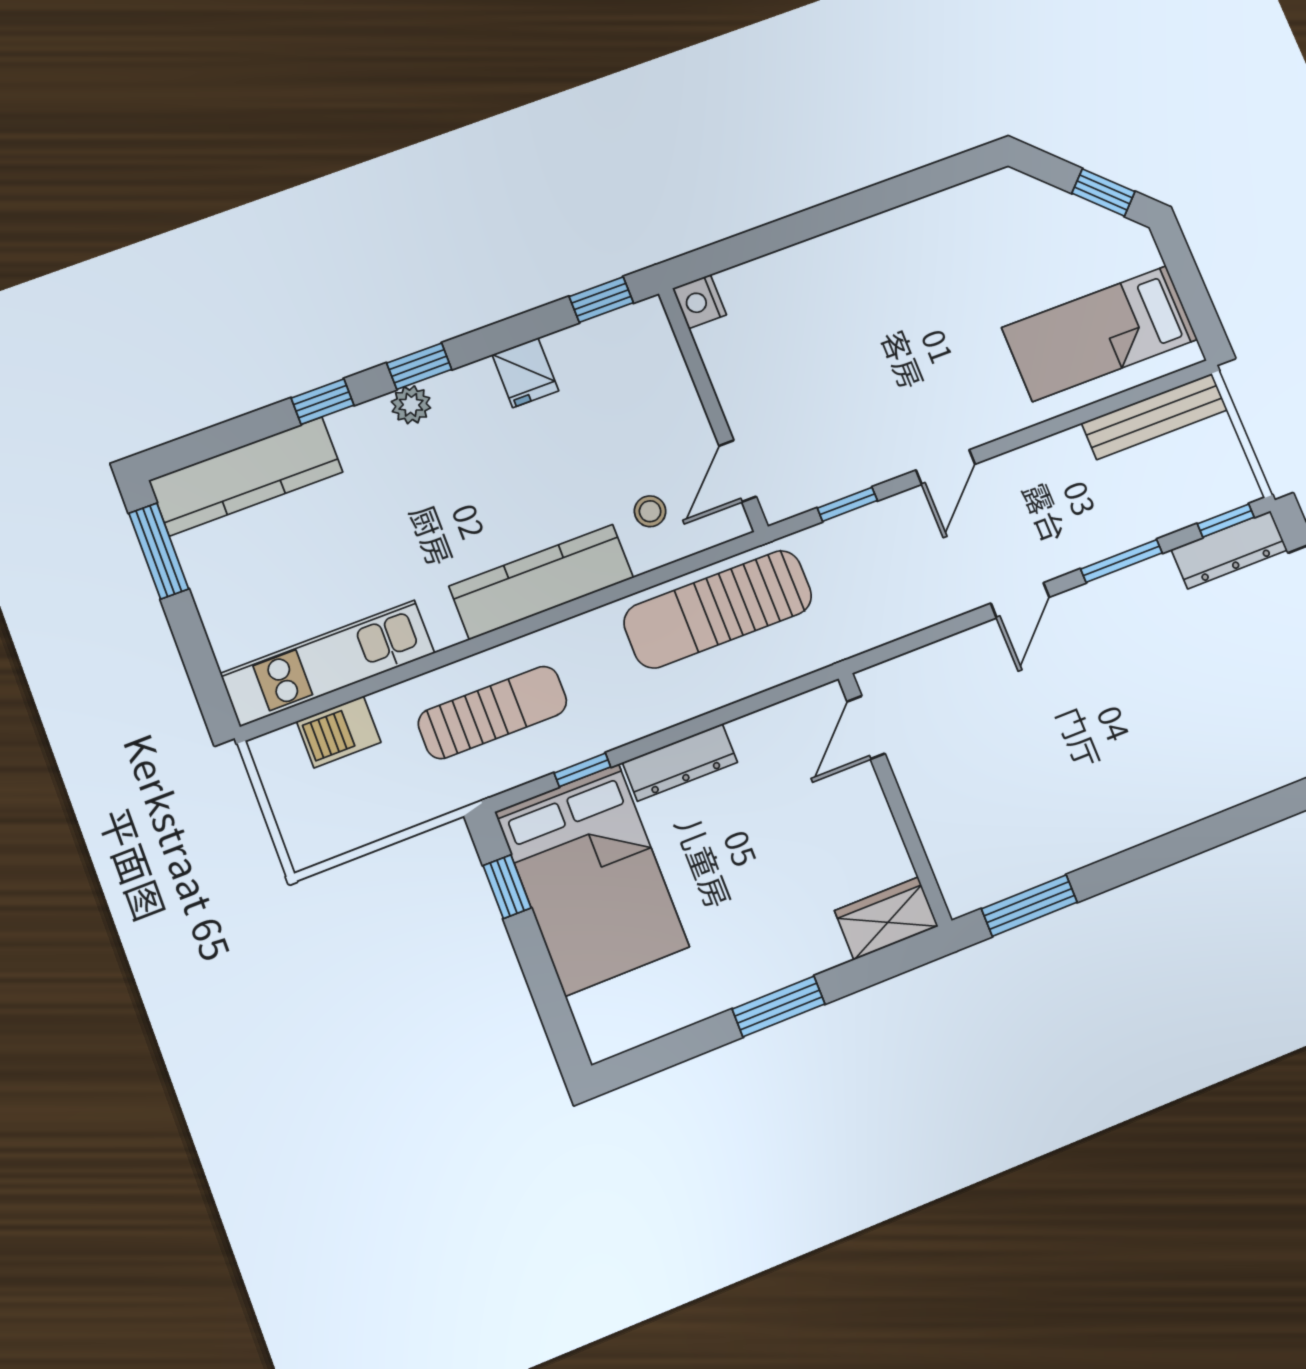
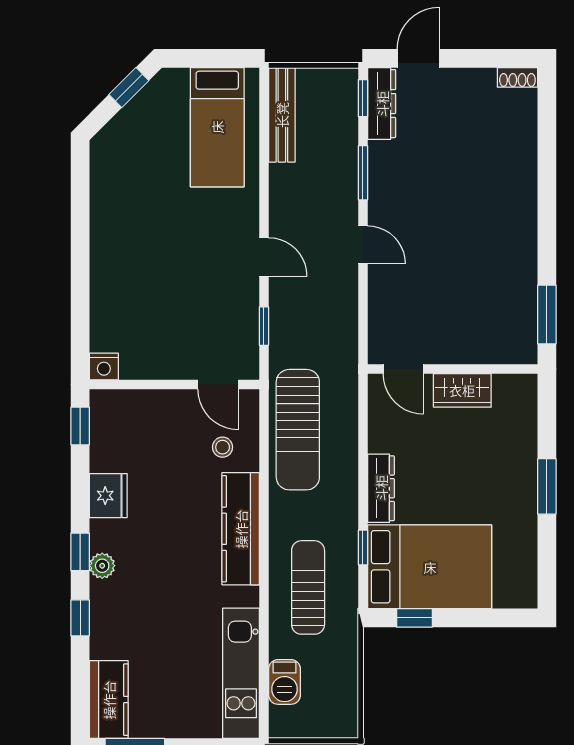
fridge: (525, 373) -> (108, 496), width x1.38
kitchen counter: (246, 476) -> (109, 700), width x0.67
wardrobe: (886, 918) -> (462, 390), moved, turned -90

